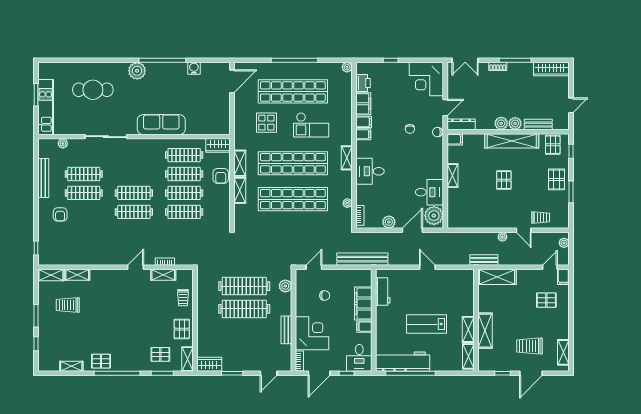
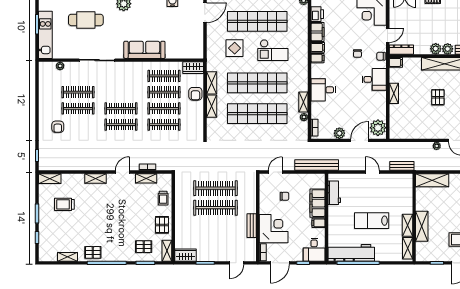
shelving: (347, 158) -> (303, 102), moved
bench: (43, 178) -> (43, 96), removed
desk: (429, 192) -> (374, 79), moved
bench: (484, 260) -> (402, 166), moved
shelving: (77, 275) -> (96, 178), moved
plant: (285, 286) -> (251, 188), removed

